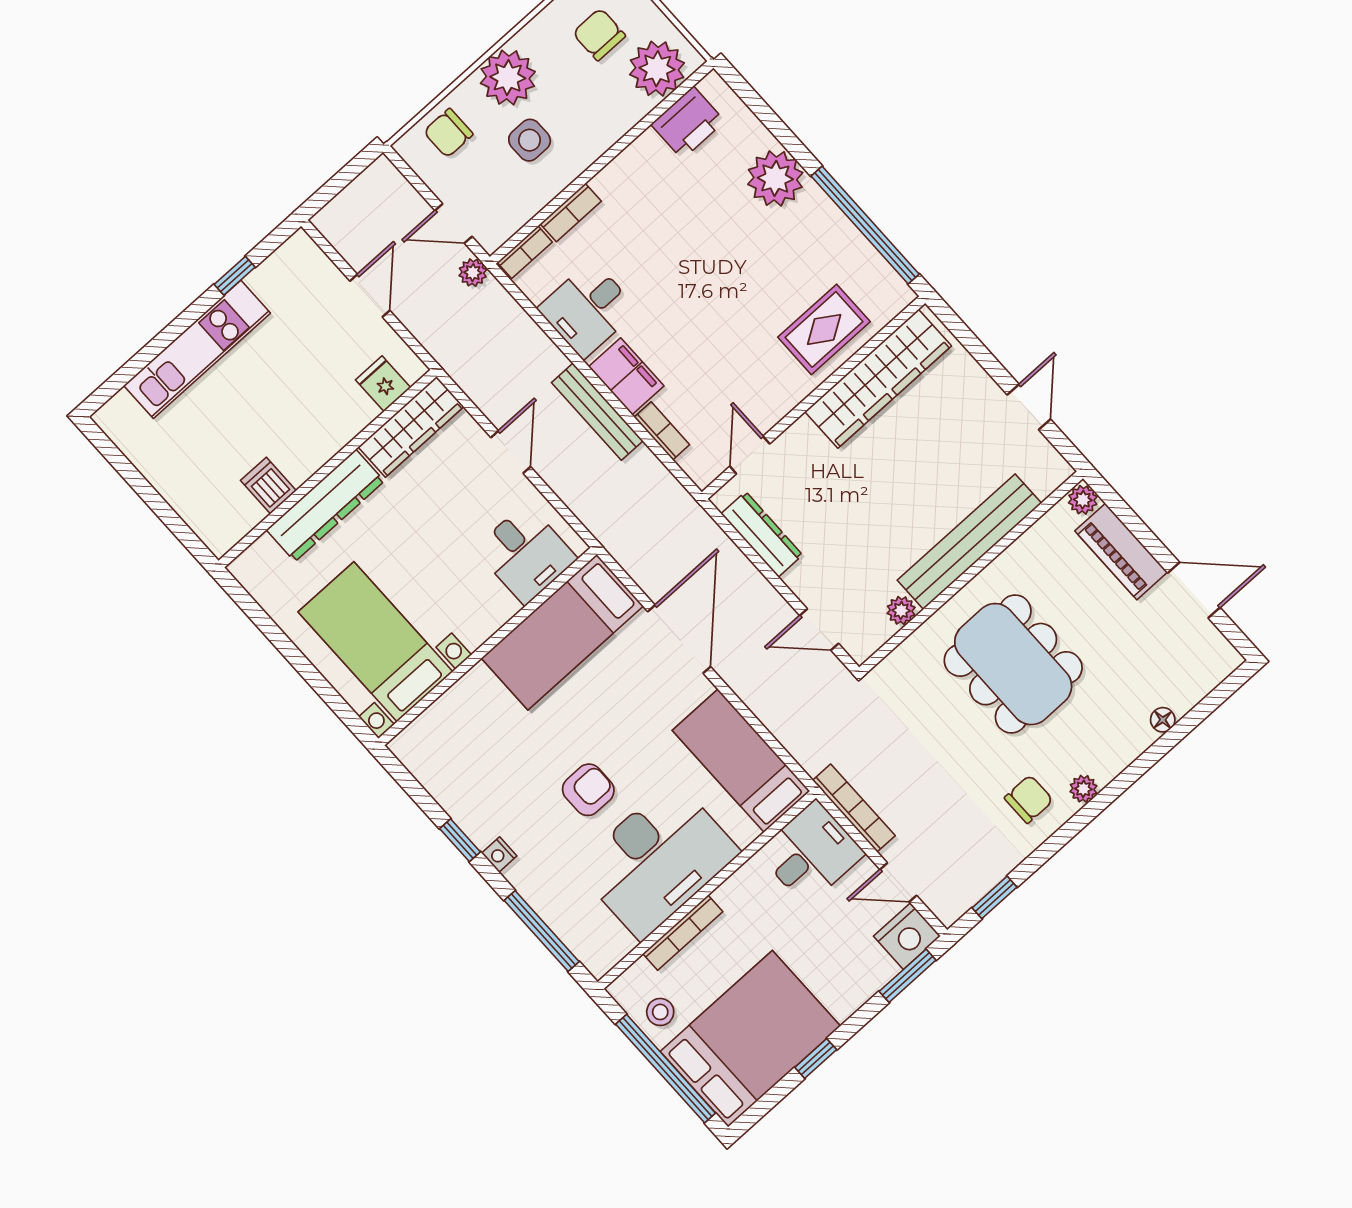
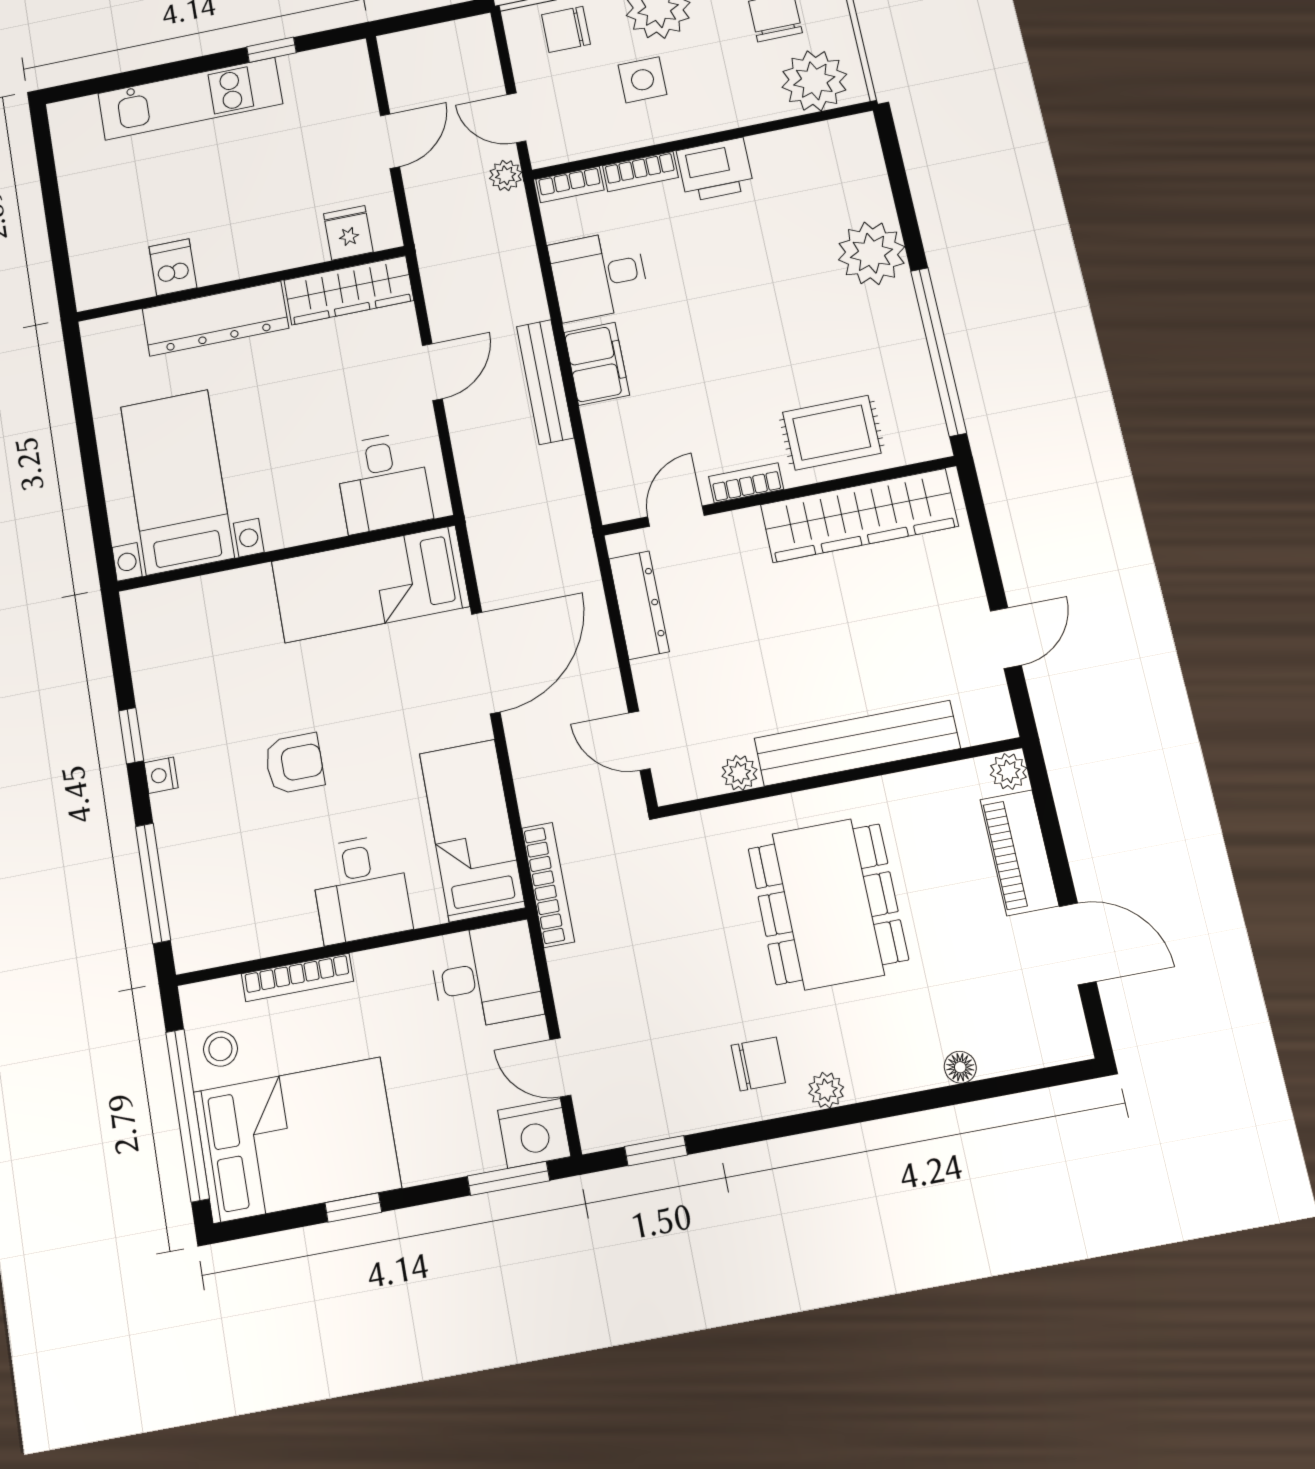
printer: (688, 123) -> (715, 170), moved
bookcase: (662, 431) -> (746, 483), moved, turned -90
bookcase: (854, 808) -> (548, 885), moved
desk: (657, 860) -> (361, 889), width x0.53, depth x0.77

